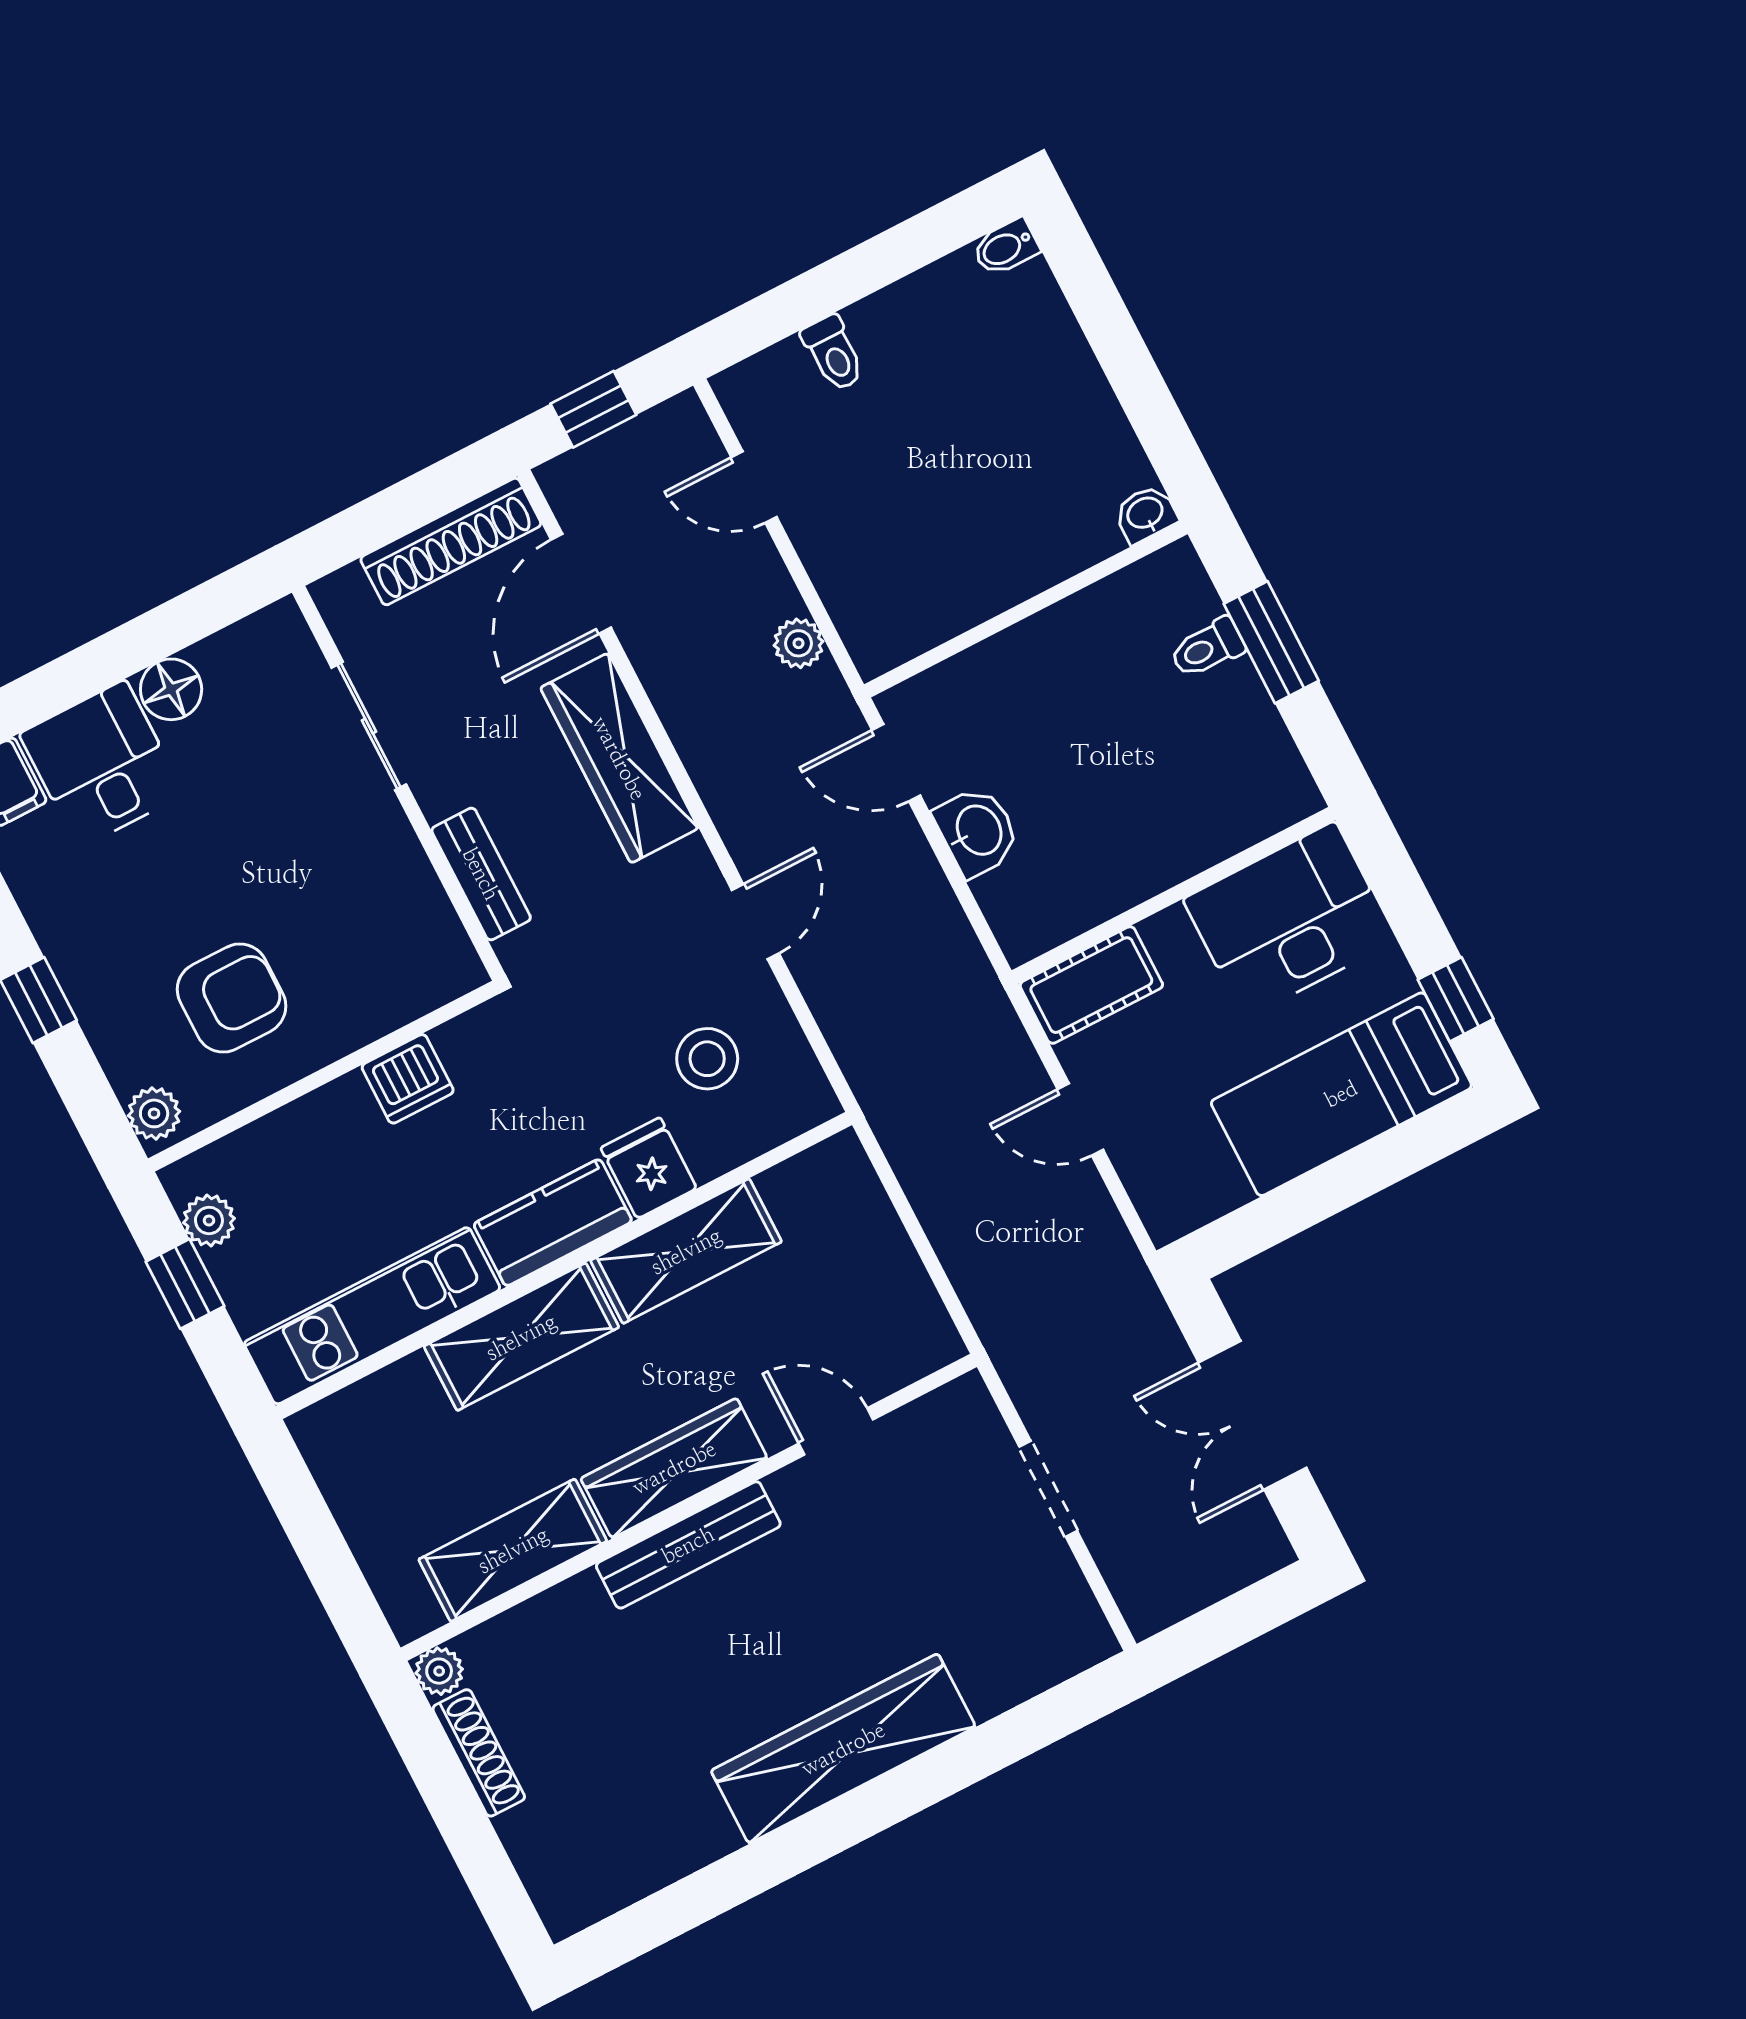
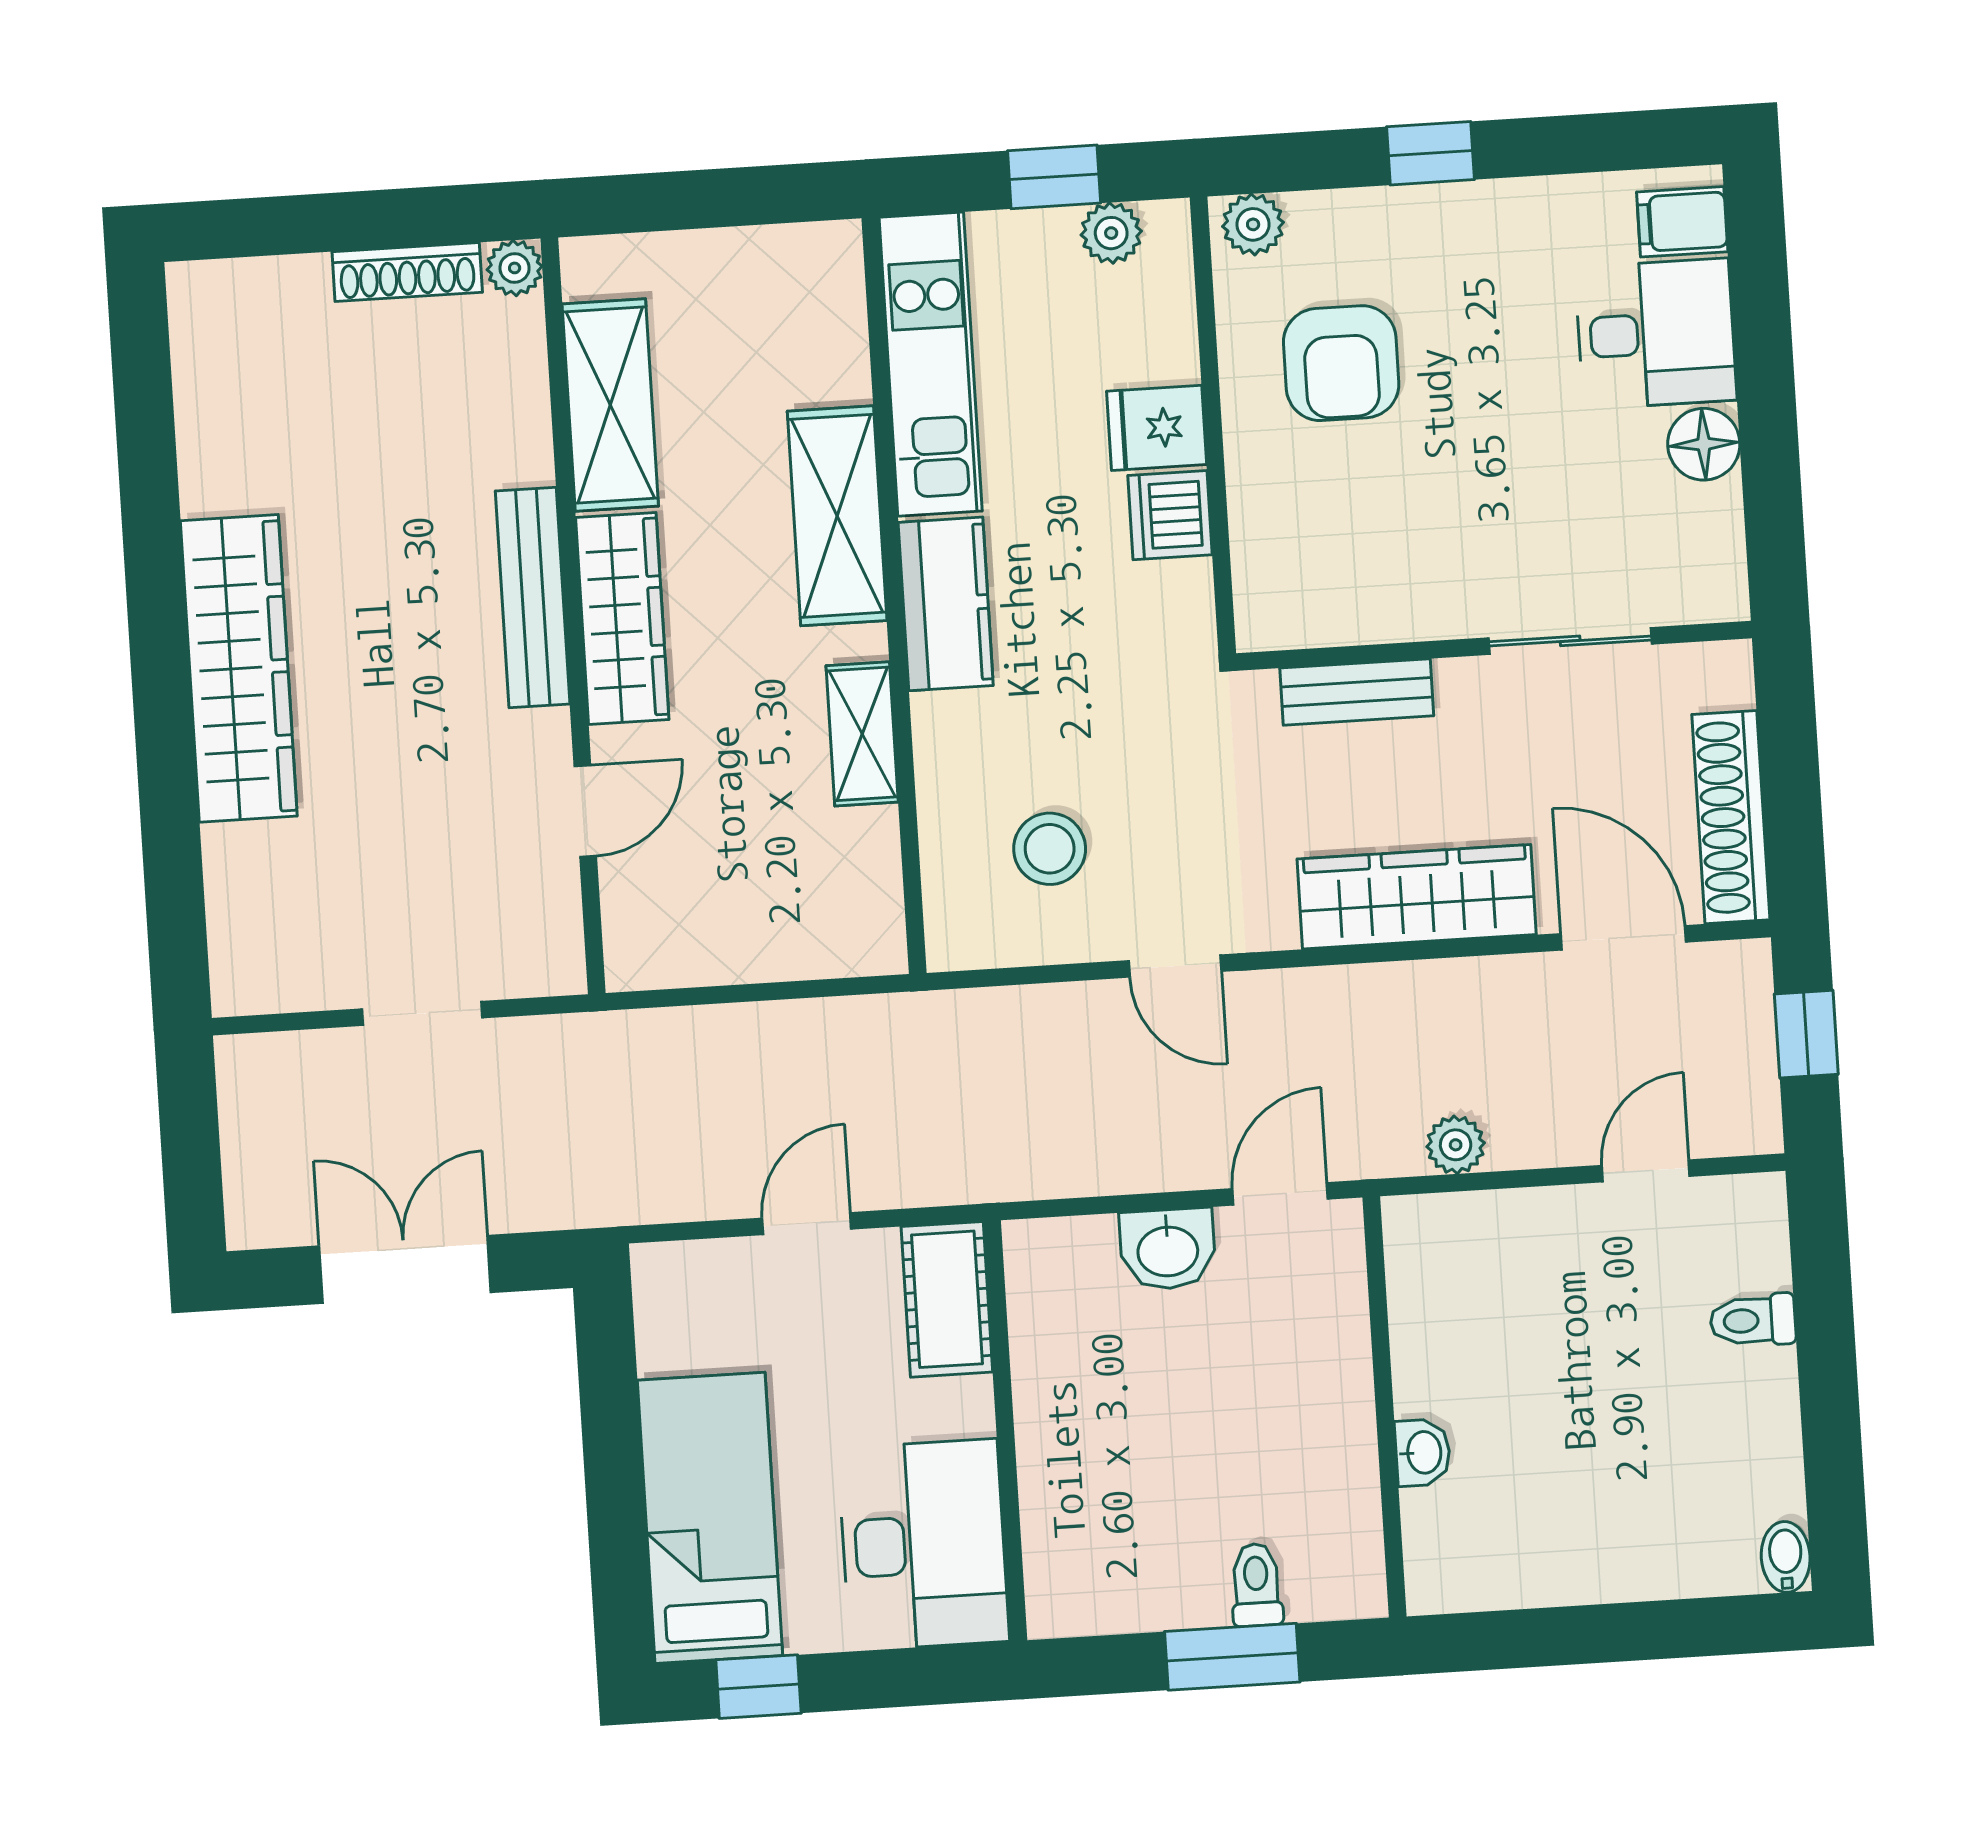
washbasin: (1146, 514) -> (1423, 1452), moved
fridge: (649, 1168) -> (1157, 428), moved, turned 180
shelving: (686, 1251) -> (862, 734), width x0.67, depth x0.75

